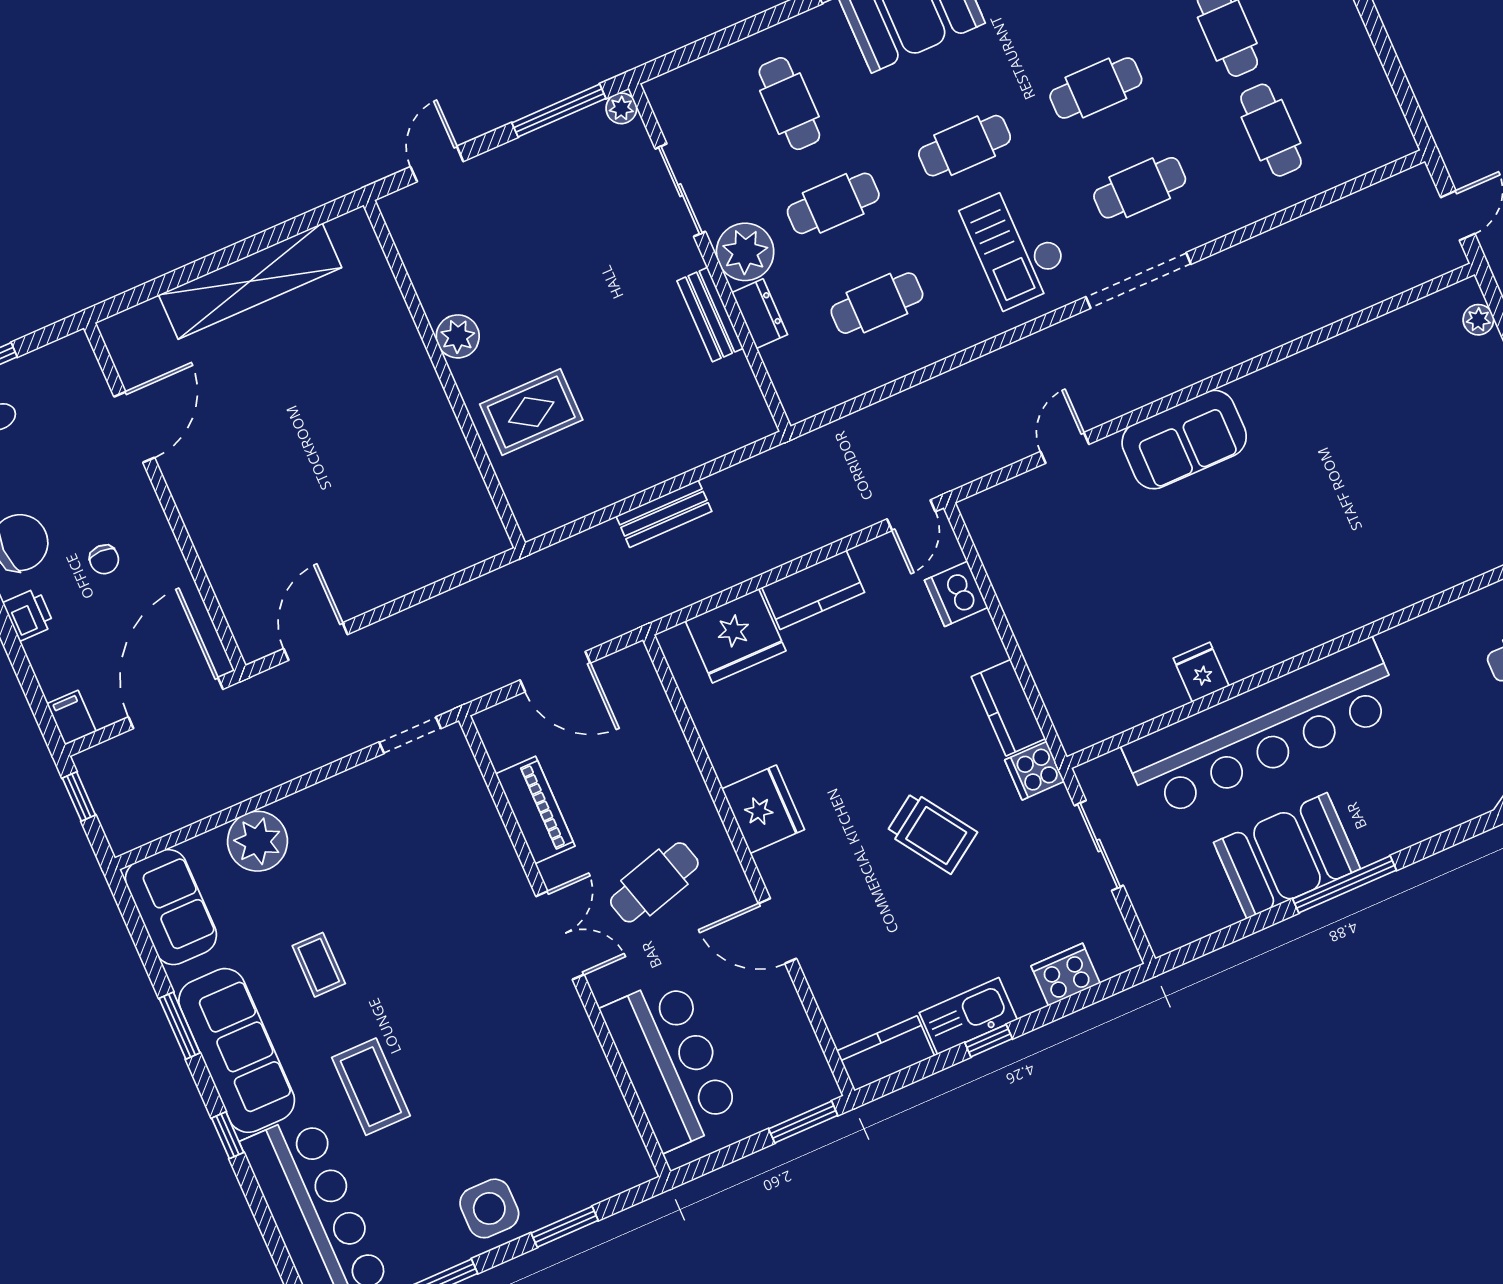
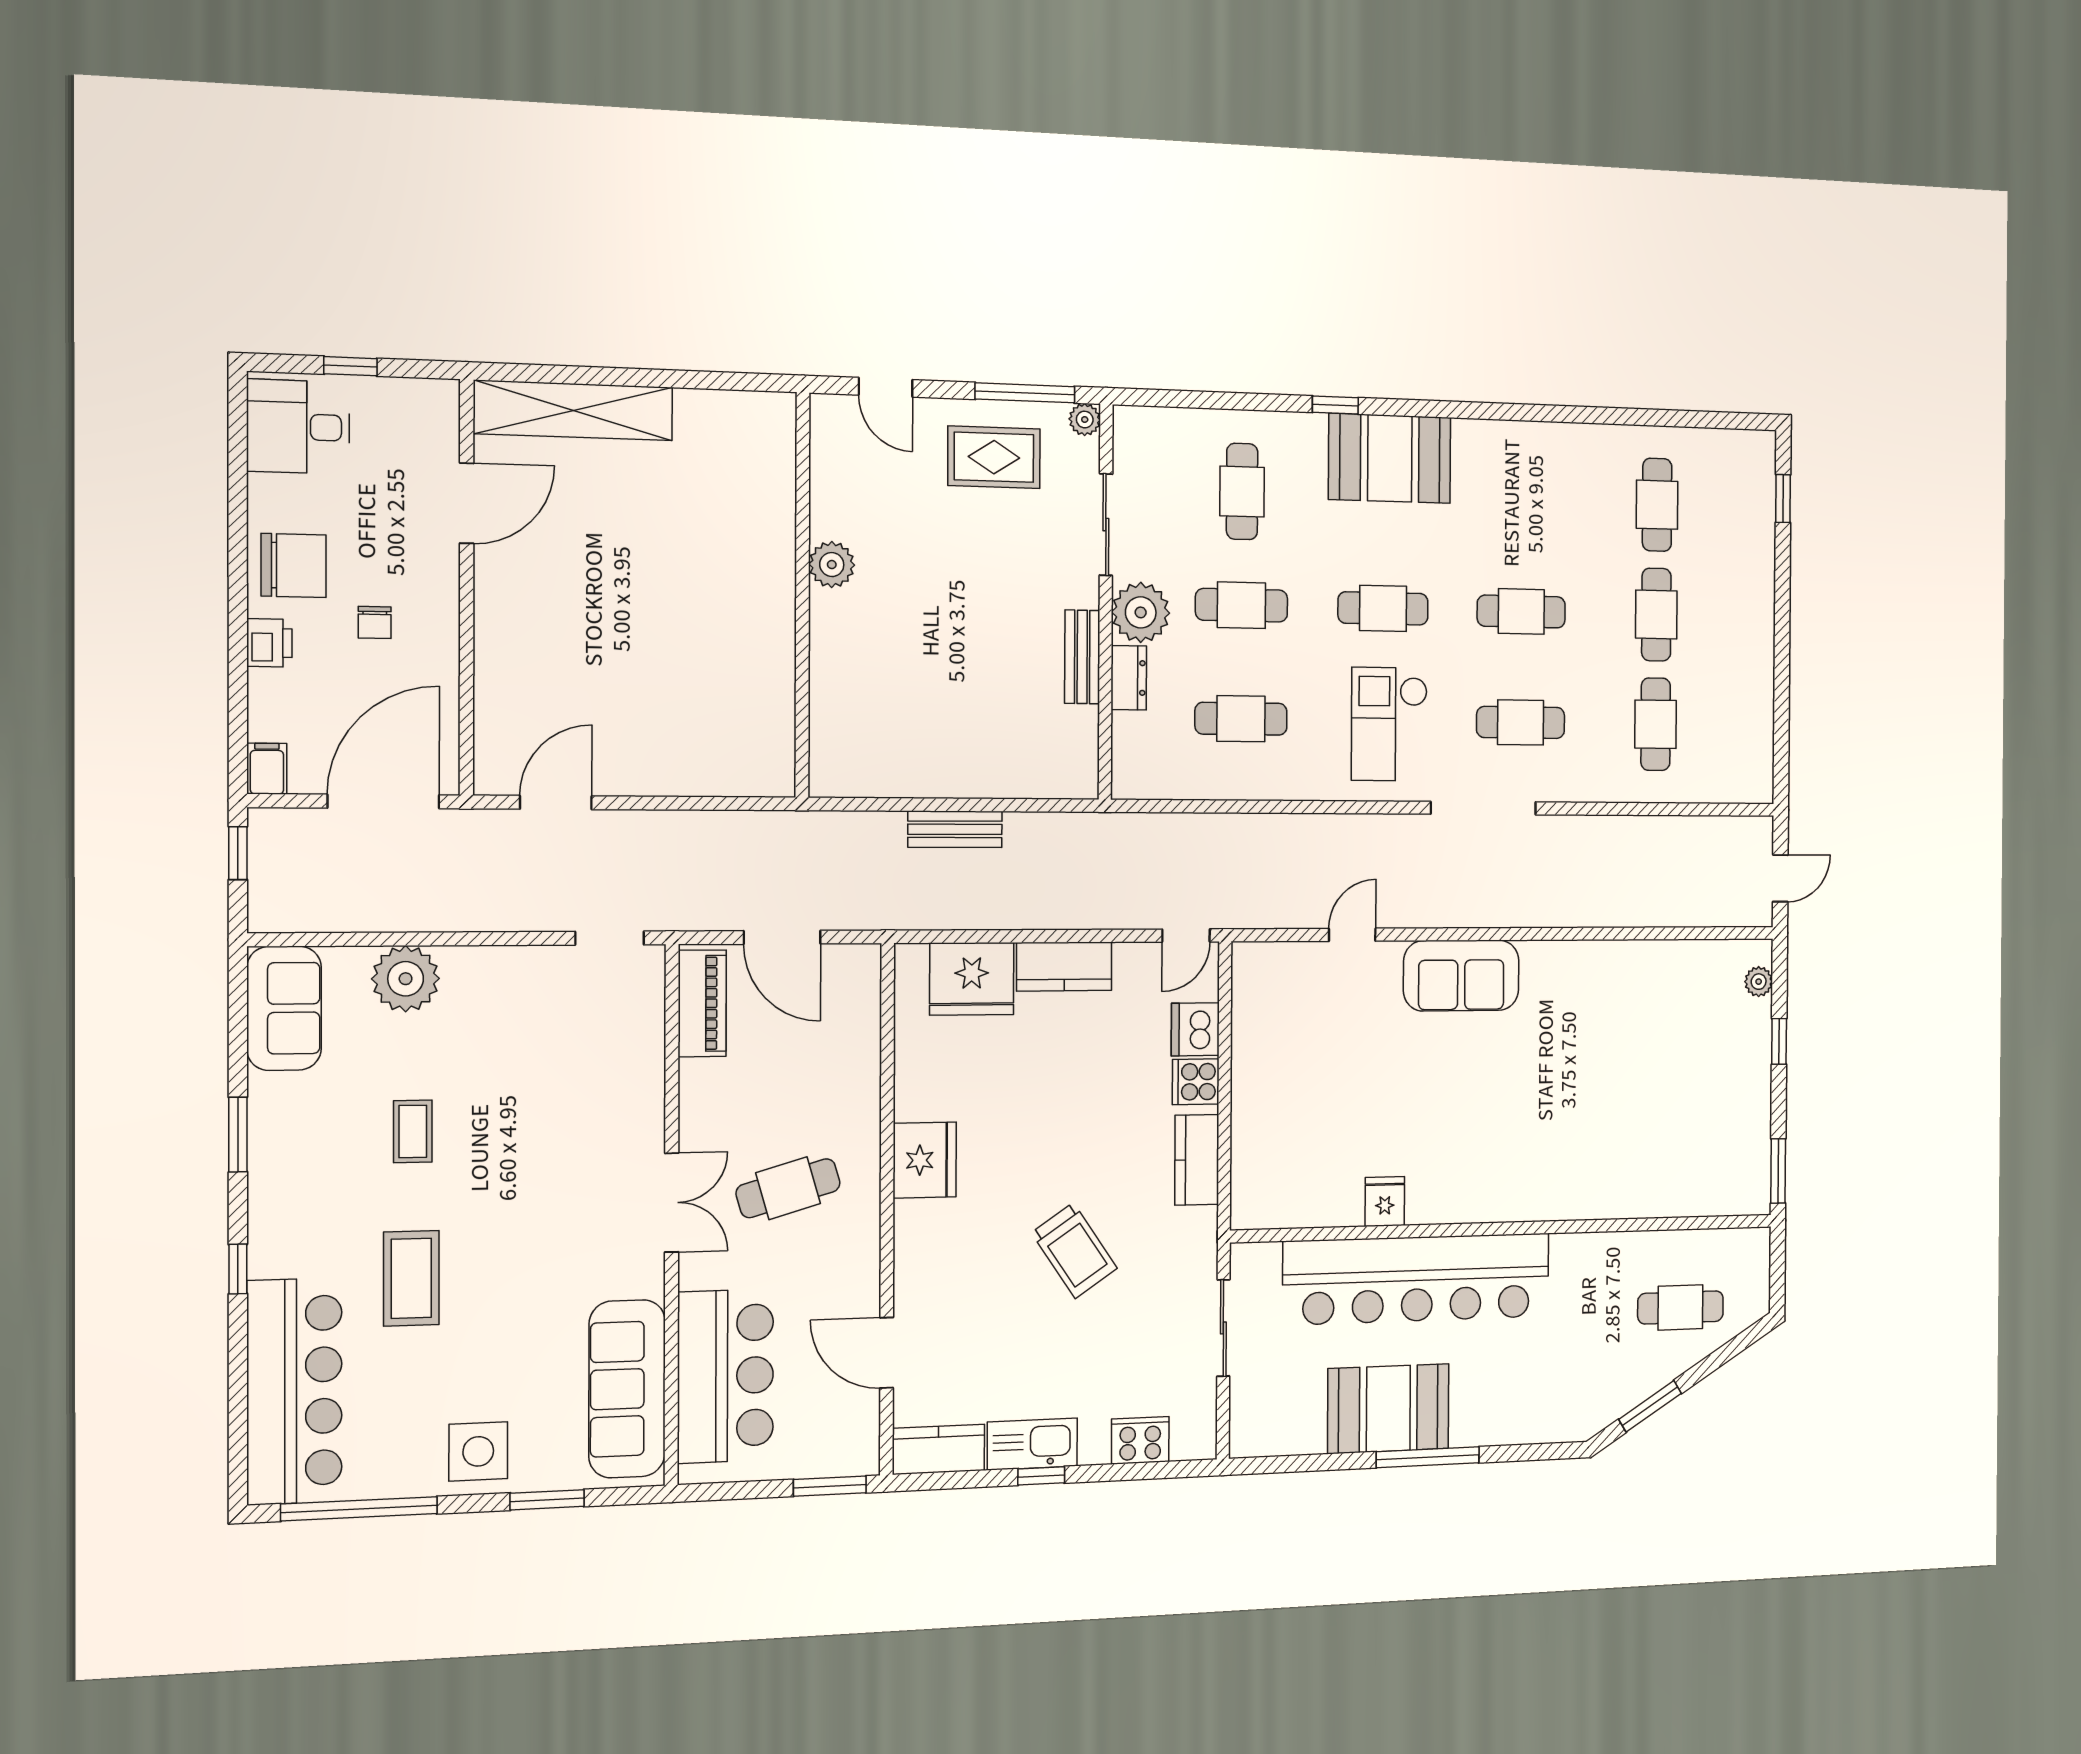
door: (437, 164) -> (886, 387), swing flipped
shelving: (250, 281) -> (573, 410), moved
rug: (531, 412) -> (994, 457), moved
cooker: (1035, 771) -> (1196, 1082), moved
piano: (535, 810) -> (702, 1003), moved
door: (778, 931) -> (887, 1353), moved
sofa: (237, 1050) -> (627, 1389), moved, turned 180

